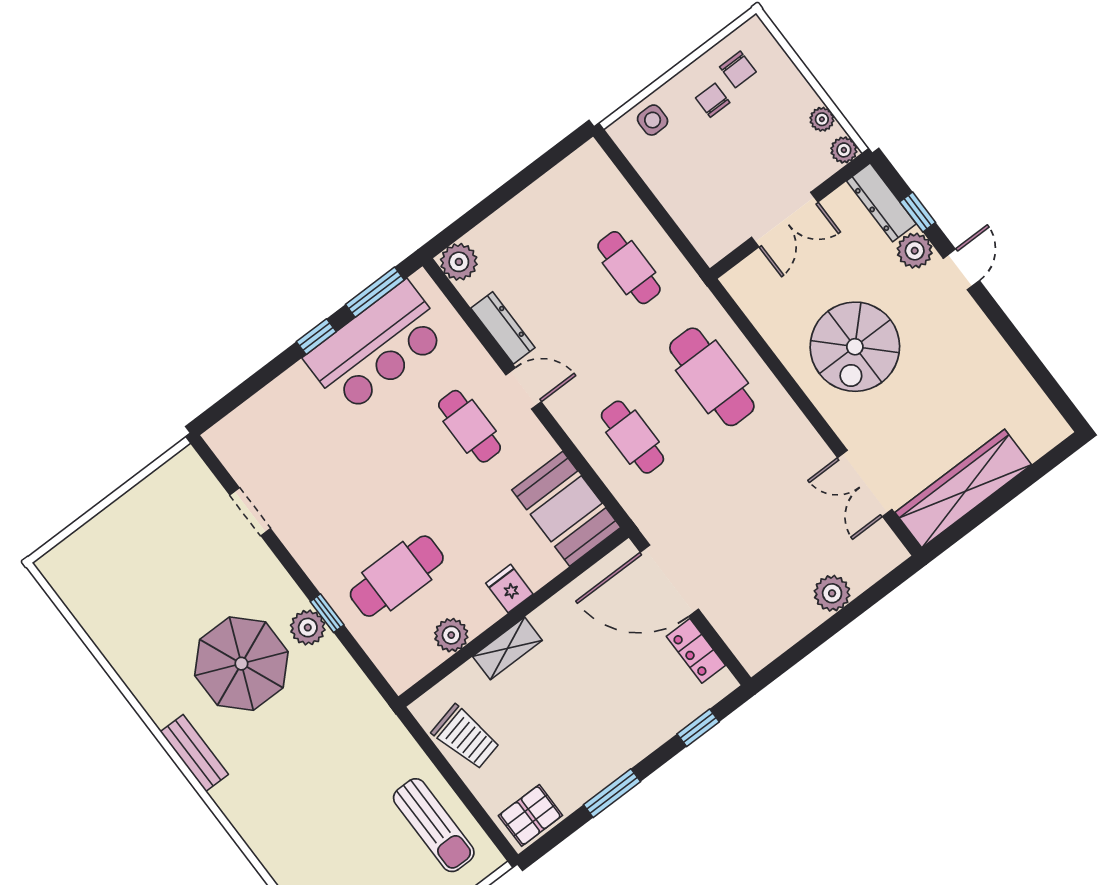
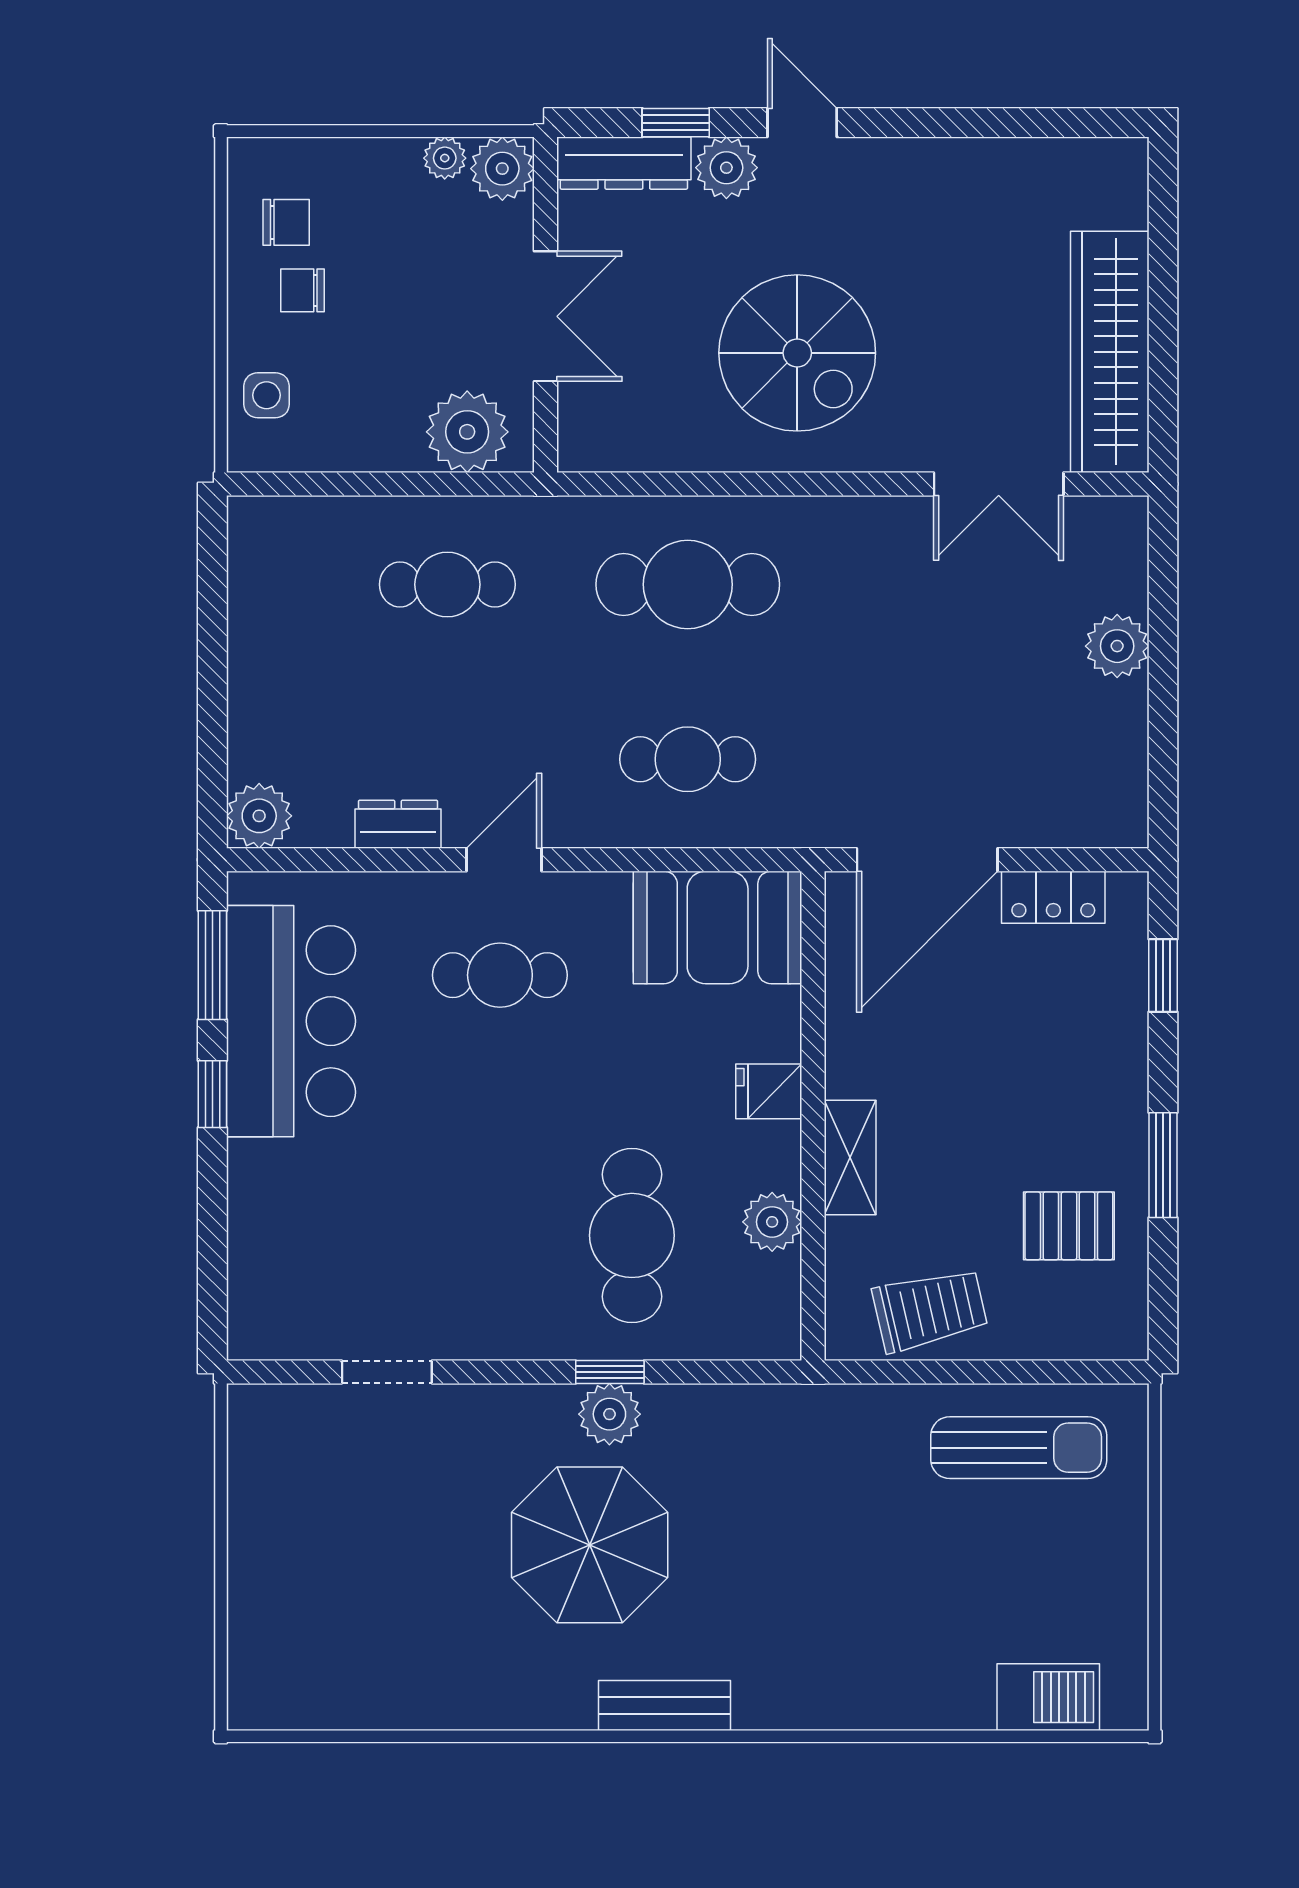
plant: (844, 150) -> (502, 169), width x1.38, depth x1.38
plant: (705, 224) -> (467, 432), added
dresser: (503, 328) -> (398, 824), width x0.70
pallet: (530, 815) -> (1069, 1226), moved, turned 90

